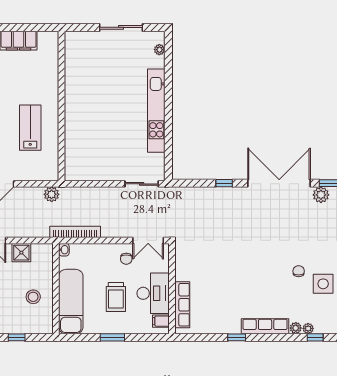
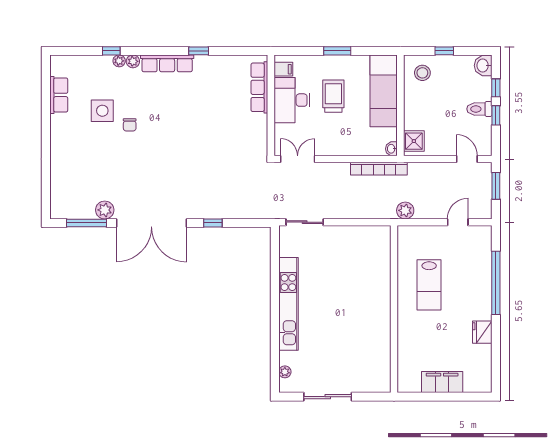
shower: (21, 253) -> (414, 141), moved
chair: (126, 259) -> (322, 139), removed
stool: (33, 297) -> (422, 73), moved

